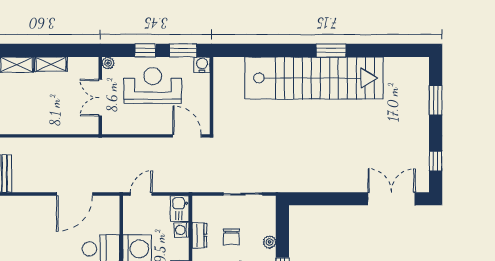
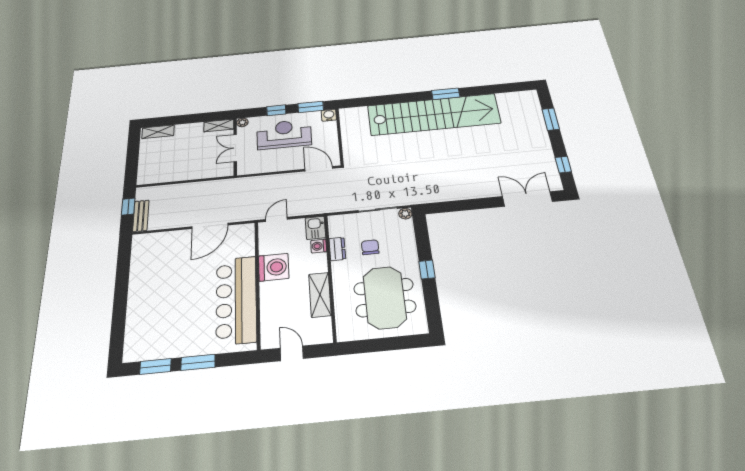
shelving: (51, 64) -> (219, 125), moved
chair: (231, 237) -> (370, 247), turned 180
plant: (270, 242) -> (405, 214), moved

